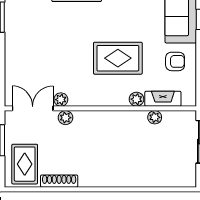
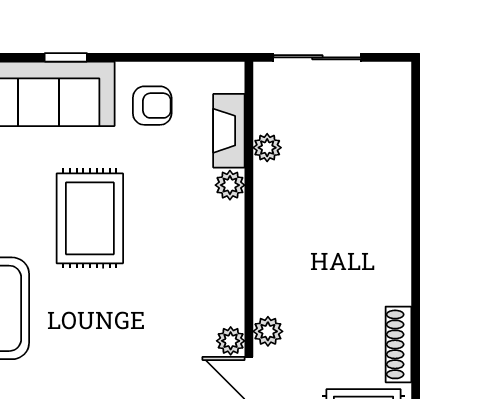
rug: (118, 58) -> (90, 218), moved
armchair: (175, 61) -> (152, 106), turned 90

